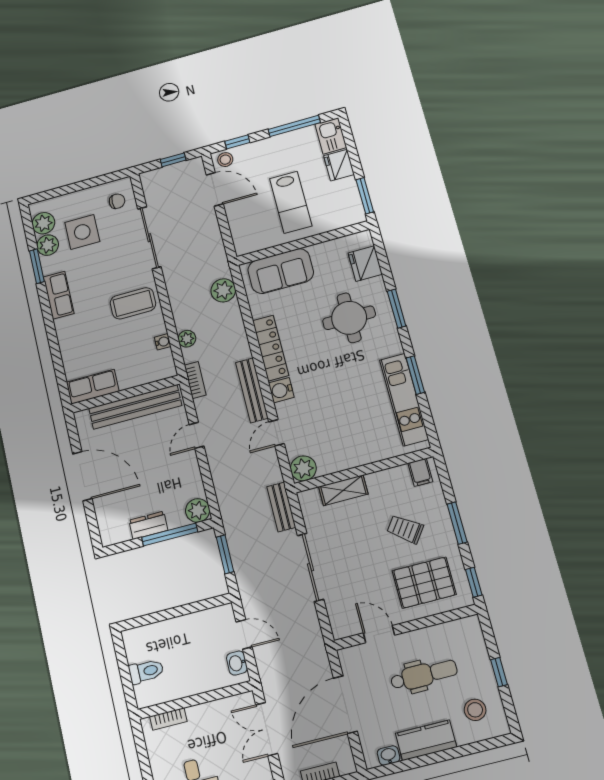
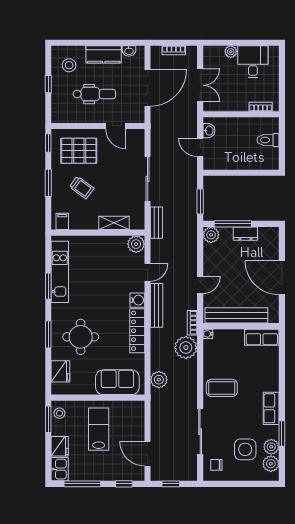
stool: (225, 160) -> (59, 413), moved
plant: (187, 339) -> (186, 348), width x1.88, depth x1.88
water cooler: (163, 342) -> (208, 334), moved
dental chair: (424, 675) -> (94, 94), turned 180

